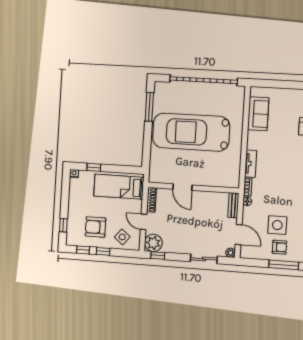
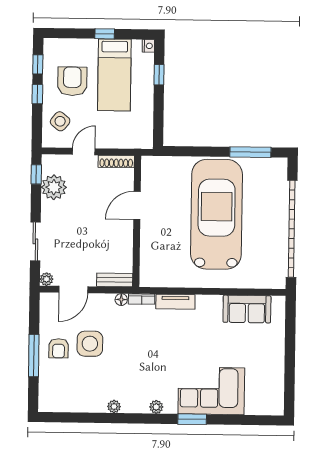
bed: (119, 187) -> (114, 75), moved, turned 180
window: (63, 225) -> (105, 34), moved
plant: (153, 243) -> (54, 187), moved

